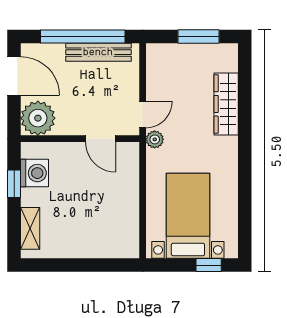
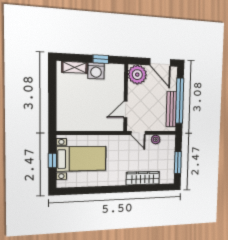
door: (14, 76) -> (160, 62), hinge flipped
plant: (155, 139) -> (156, 139), moved
washing machine: (34, 173) -> (96, 71), moved
window: (209, 265) -> (52, 161), moved

